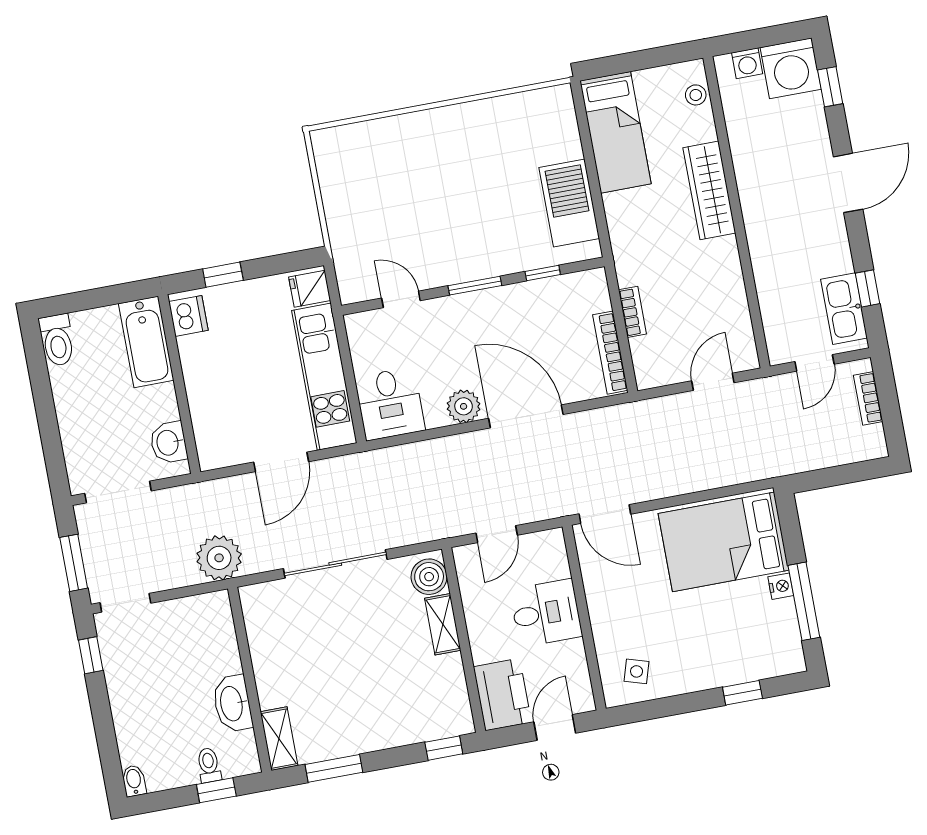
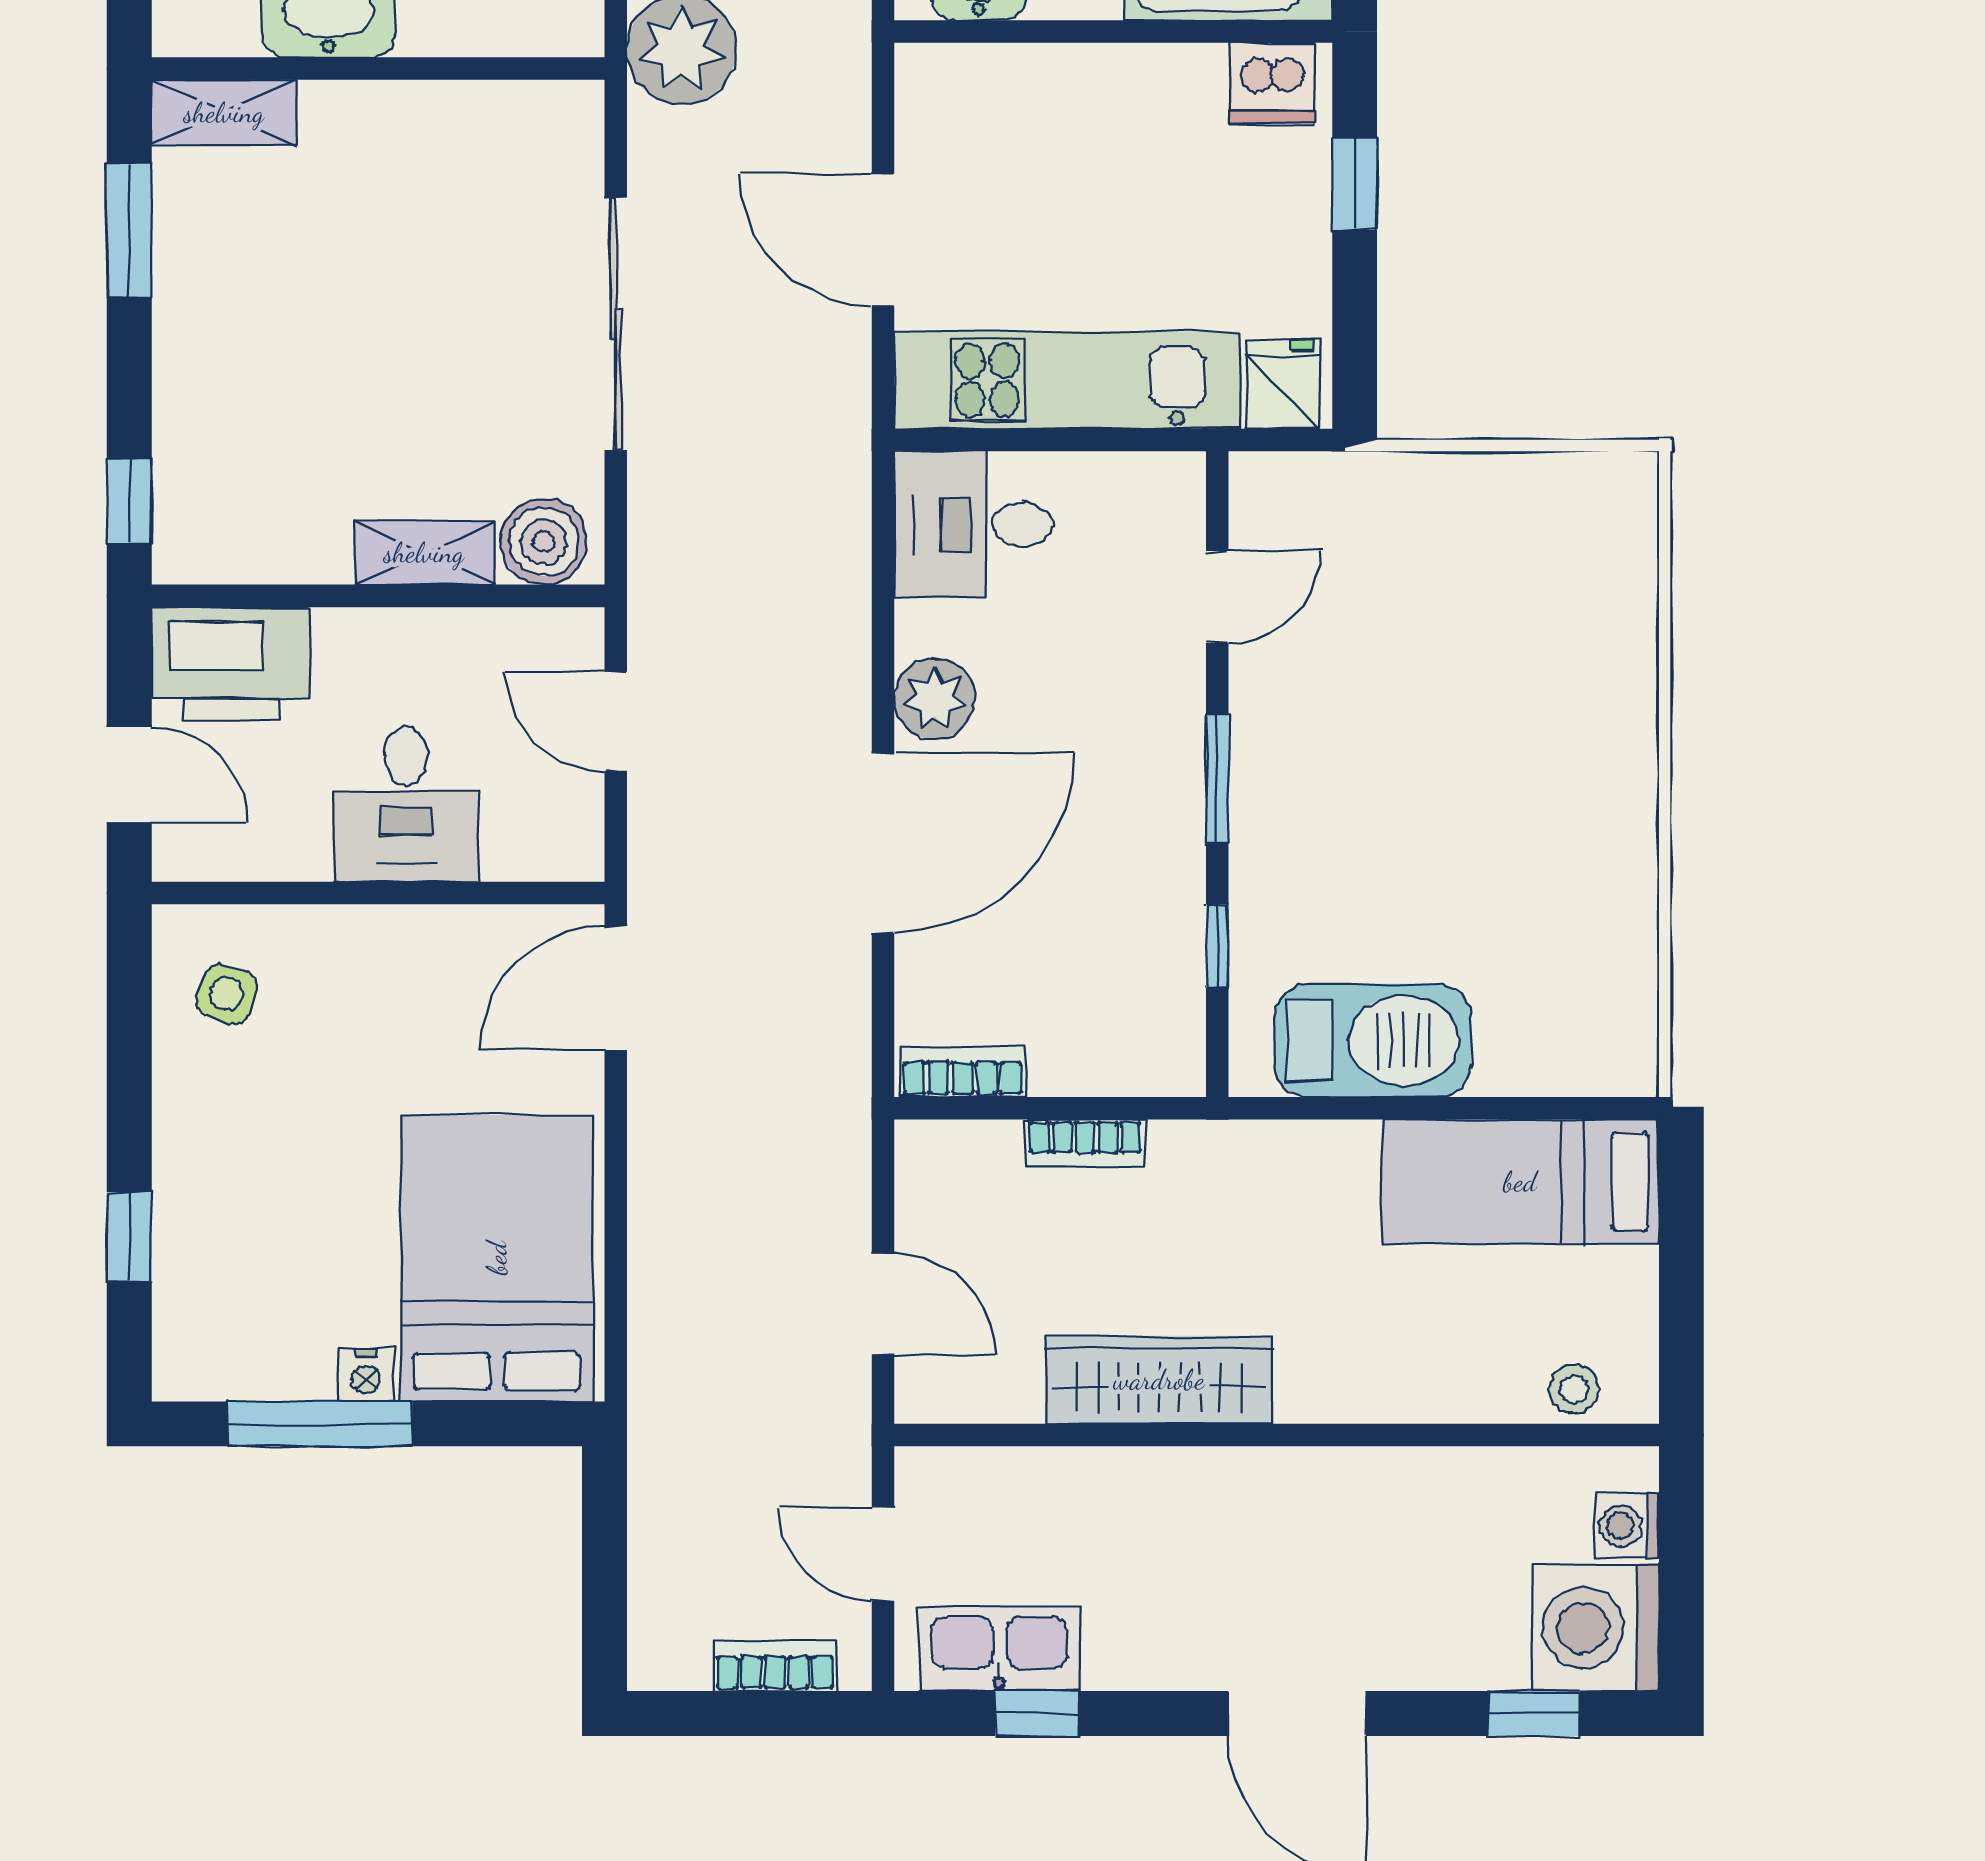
wardrobe: (709, 190) -> (1159, 1380), moved
bookcase: (610, 353) -> (963, 1072), width x0.64

